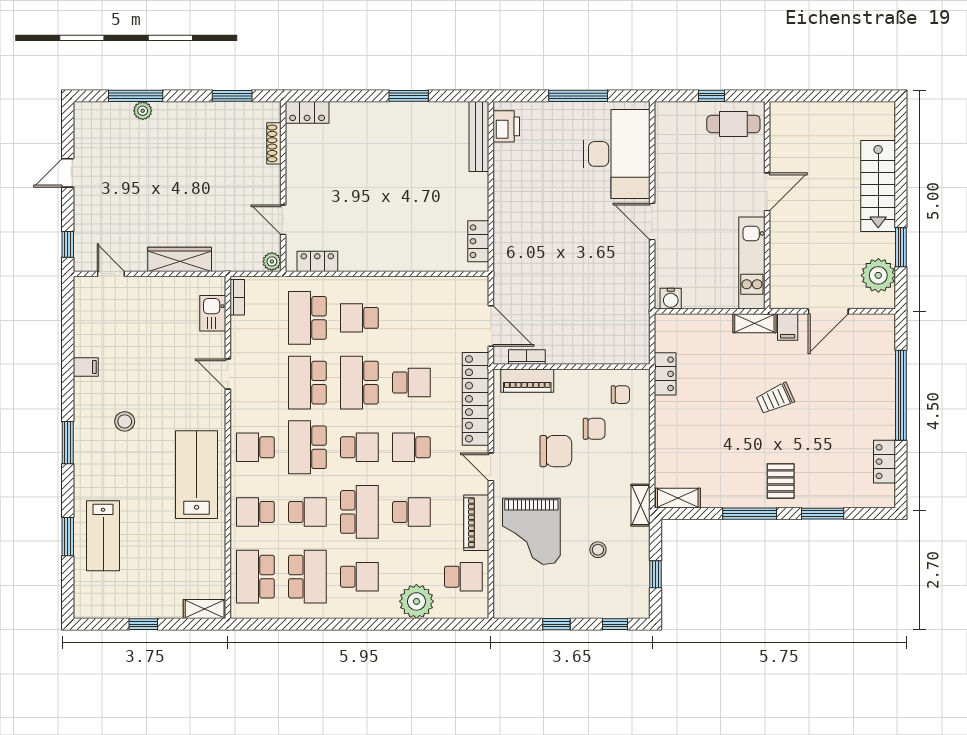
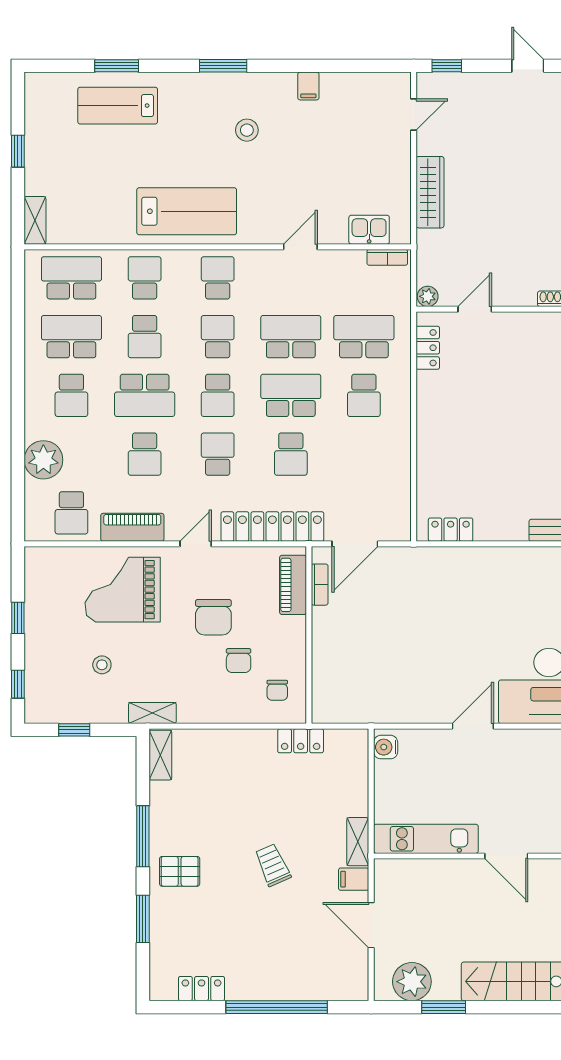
school desk: (359, 318) -> (364, 395), turned 180
school desk: (307, 447) -> (218, 337), width x0.54
school desk: (307, 577) -> (71, 337), turned 180

